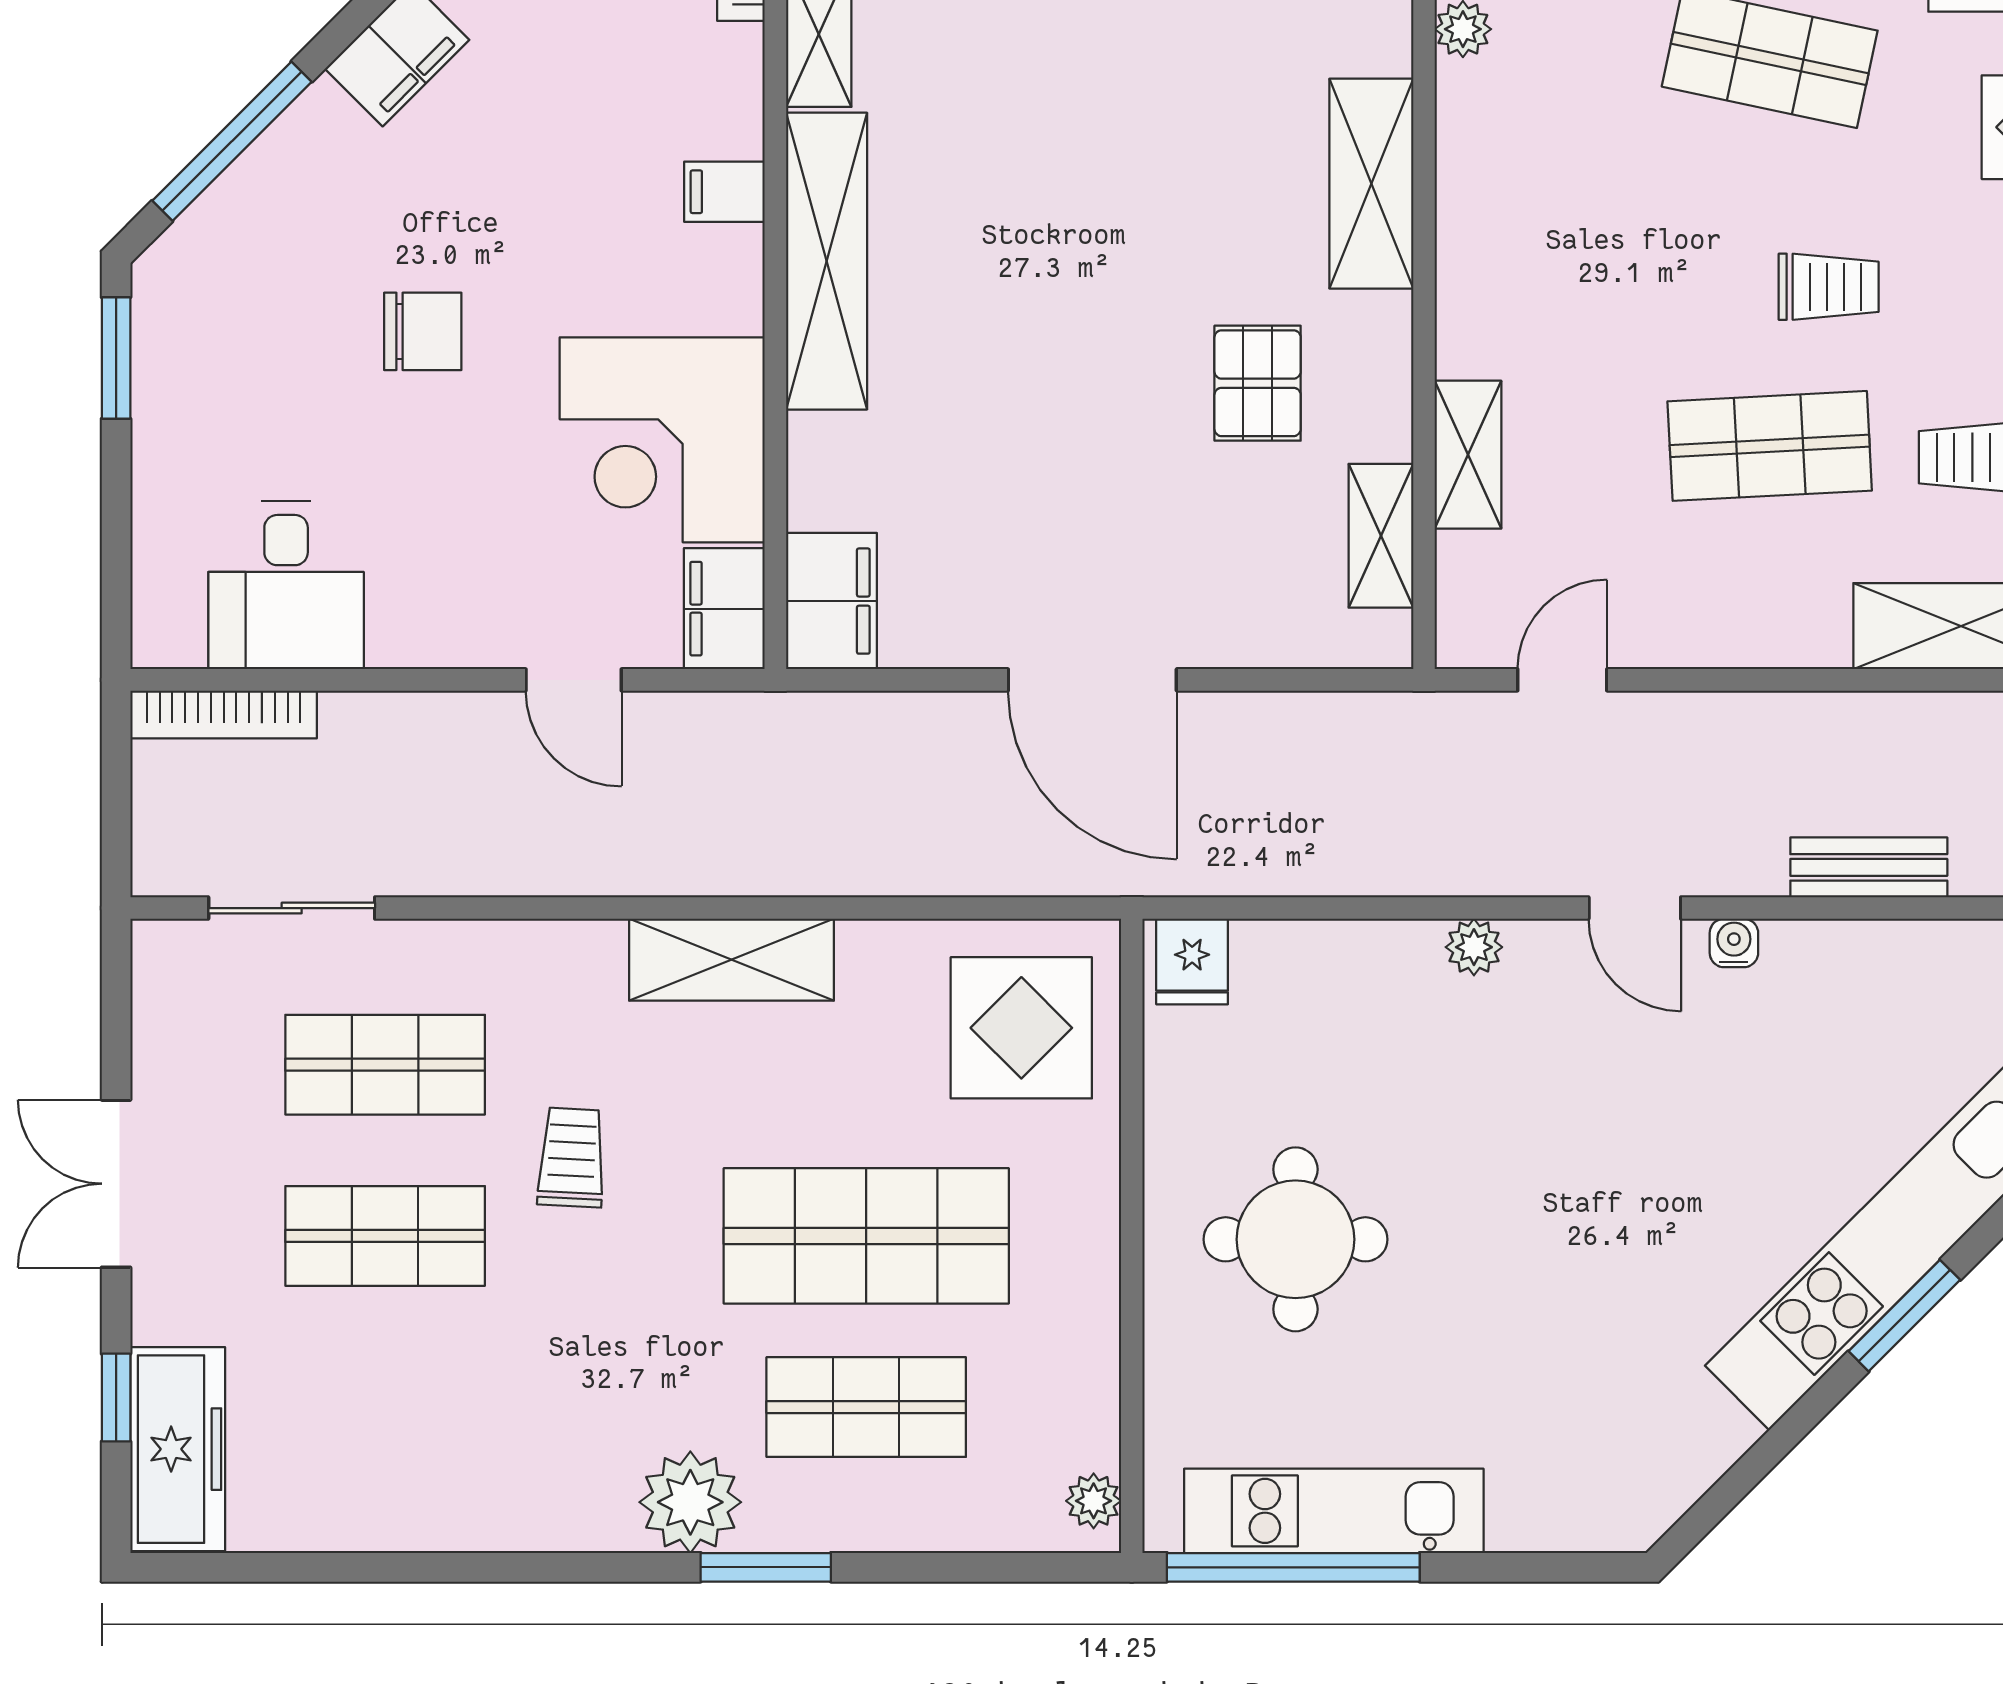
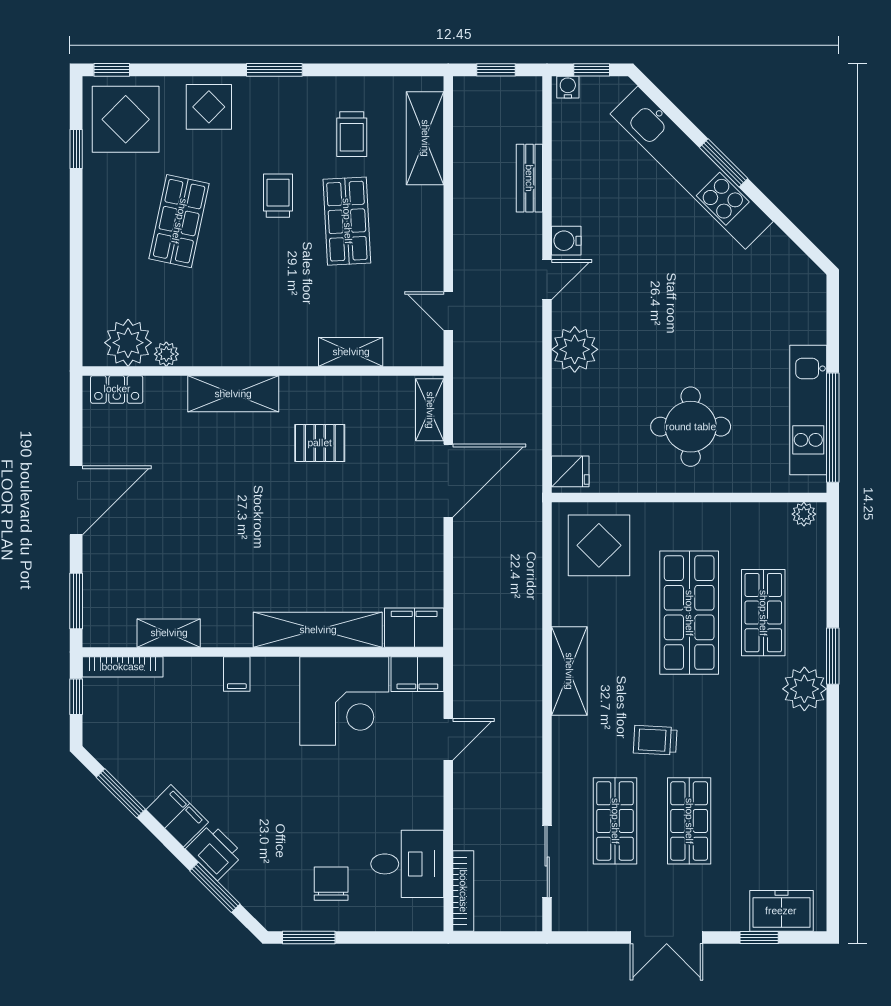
printer: (314, 140) -> (215, 852), added
window: (232, 141) -> (215, 887), width x0.69
shelving: (827, 261) -> (318, 630), moved
chair: (423, 331) -> (331, 884), moved
shelving: (1381, 536) -> (430, 410), moved, turned 90
door: (1092, 680) -> (448, 481), moved
water cooler: (1734, 943) -> (566, 241), width x1.38, depth x1.38
plant: (1474, 947) -> (575, 349), width x1.88, depth x1.88
freezer: (178, 1449) -> (781, 911), width x0.71

